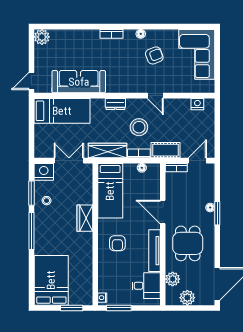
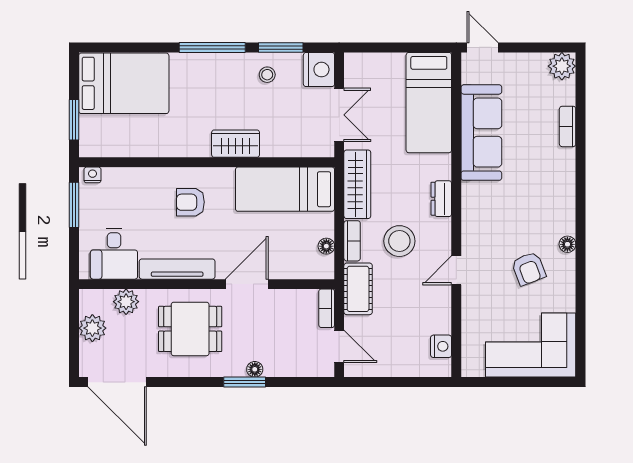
bookcase: (112, 34) -> (568, 126), moved

